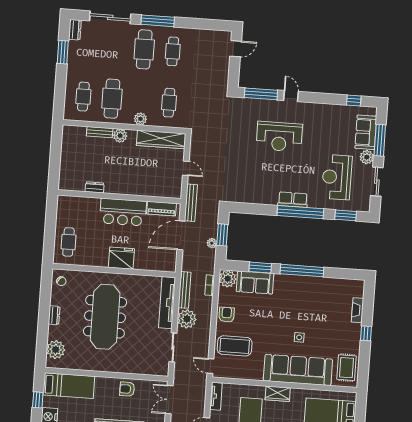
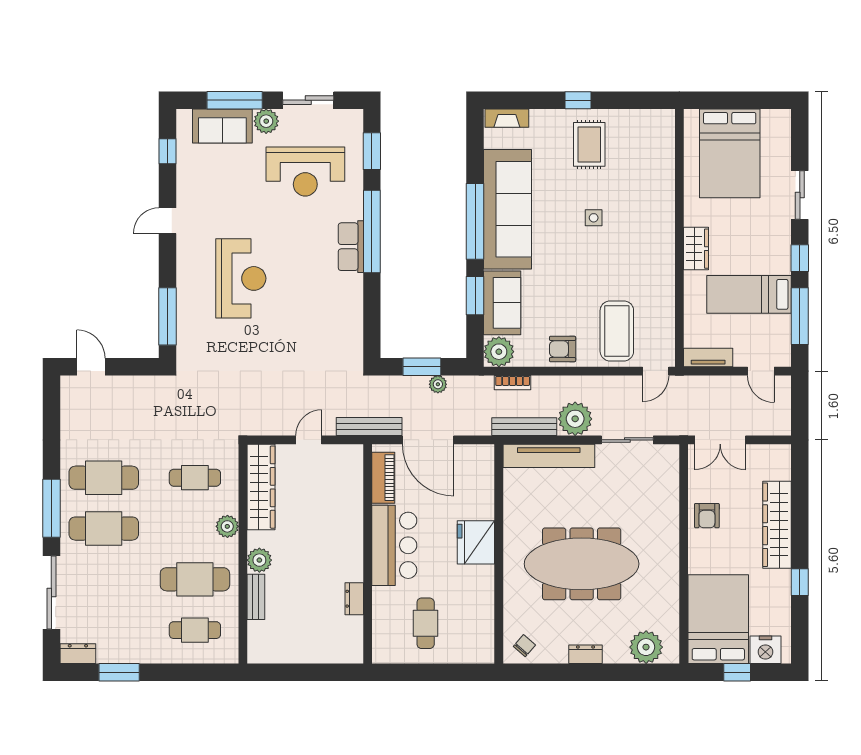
cafe table: (173, 51) -> (104, 478), width x1.37, depth x1.35
door: (291, 96) -> (168, 221), moved
cafe table: (68, 242) -> (426, 623), moved, turned 90
fireplace: (357, 310) -> (507, 118), moved
rug: (347, 368) -> (589, 144), moved, turned 90
sofa: (298, 370) -> (507, 209), moved, turned 180
bed: (69, 386) -> (718, 619), width x1.50

